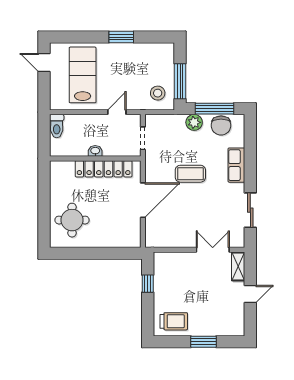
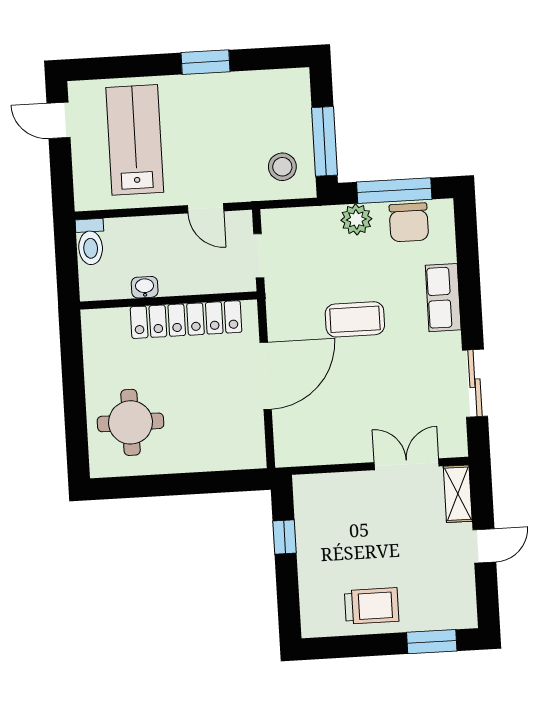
door: (117, 112) -> (206, 208), swing flipped
washbasin: (95, 151) -> (145, 287), moved
trolley: (174, 321) -> (372, 606), moved
window: (204, 342) -> (432, 642), moved

